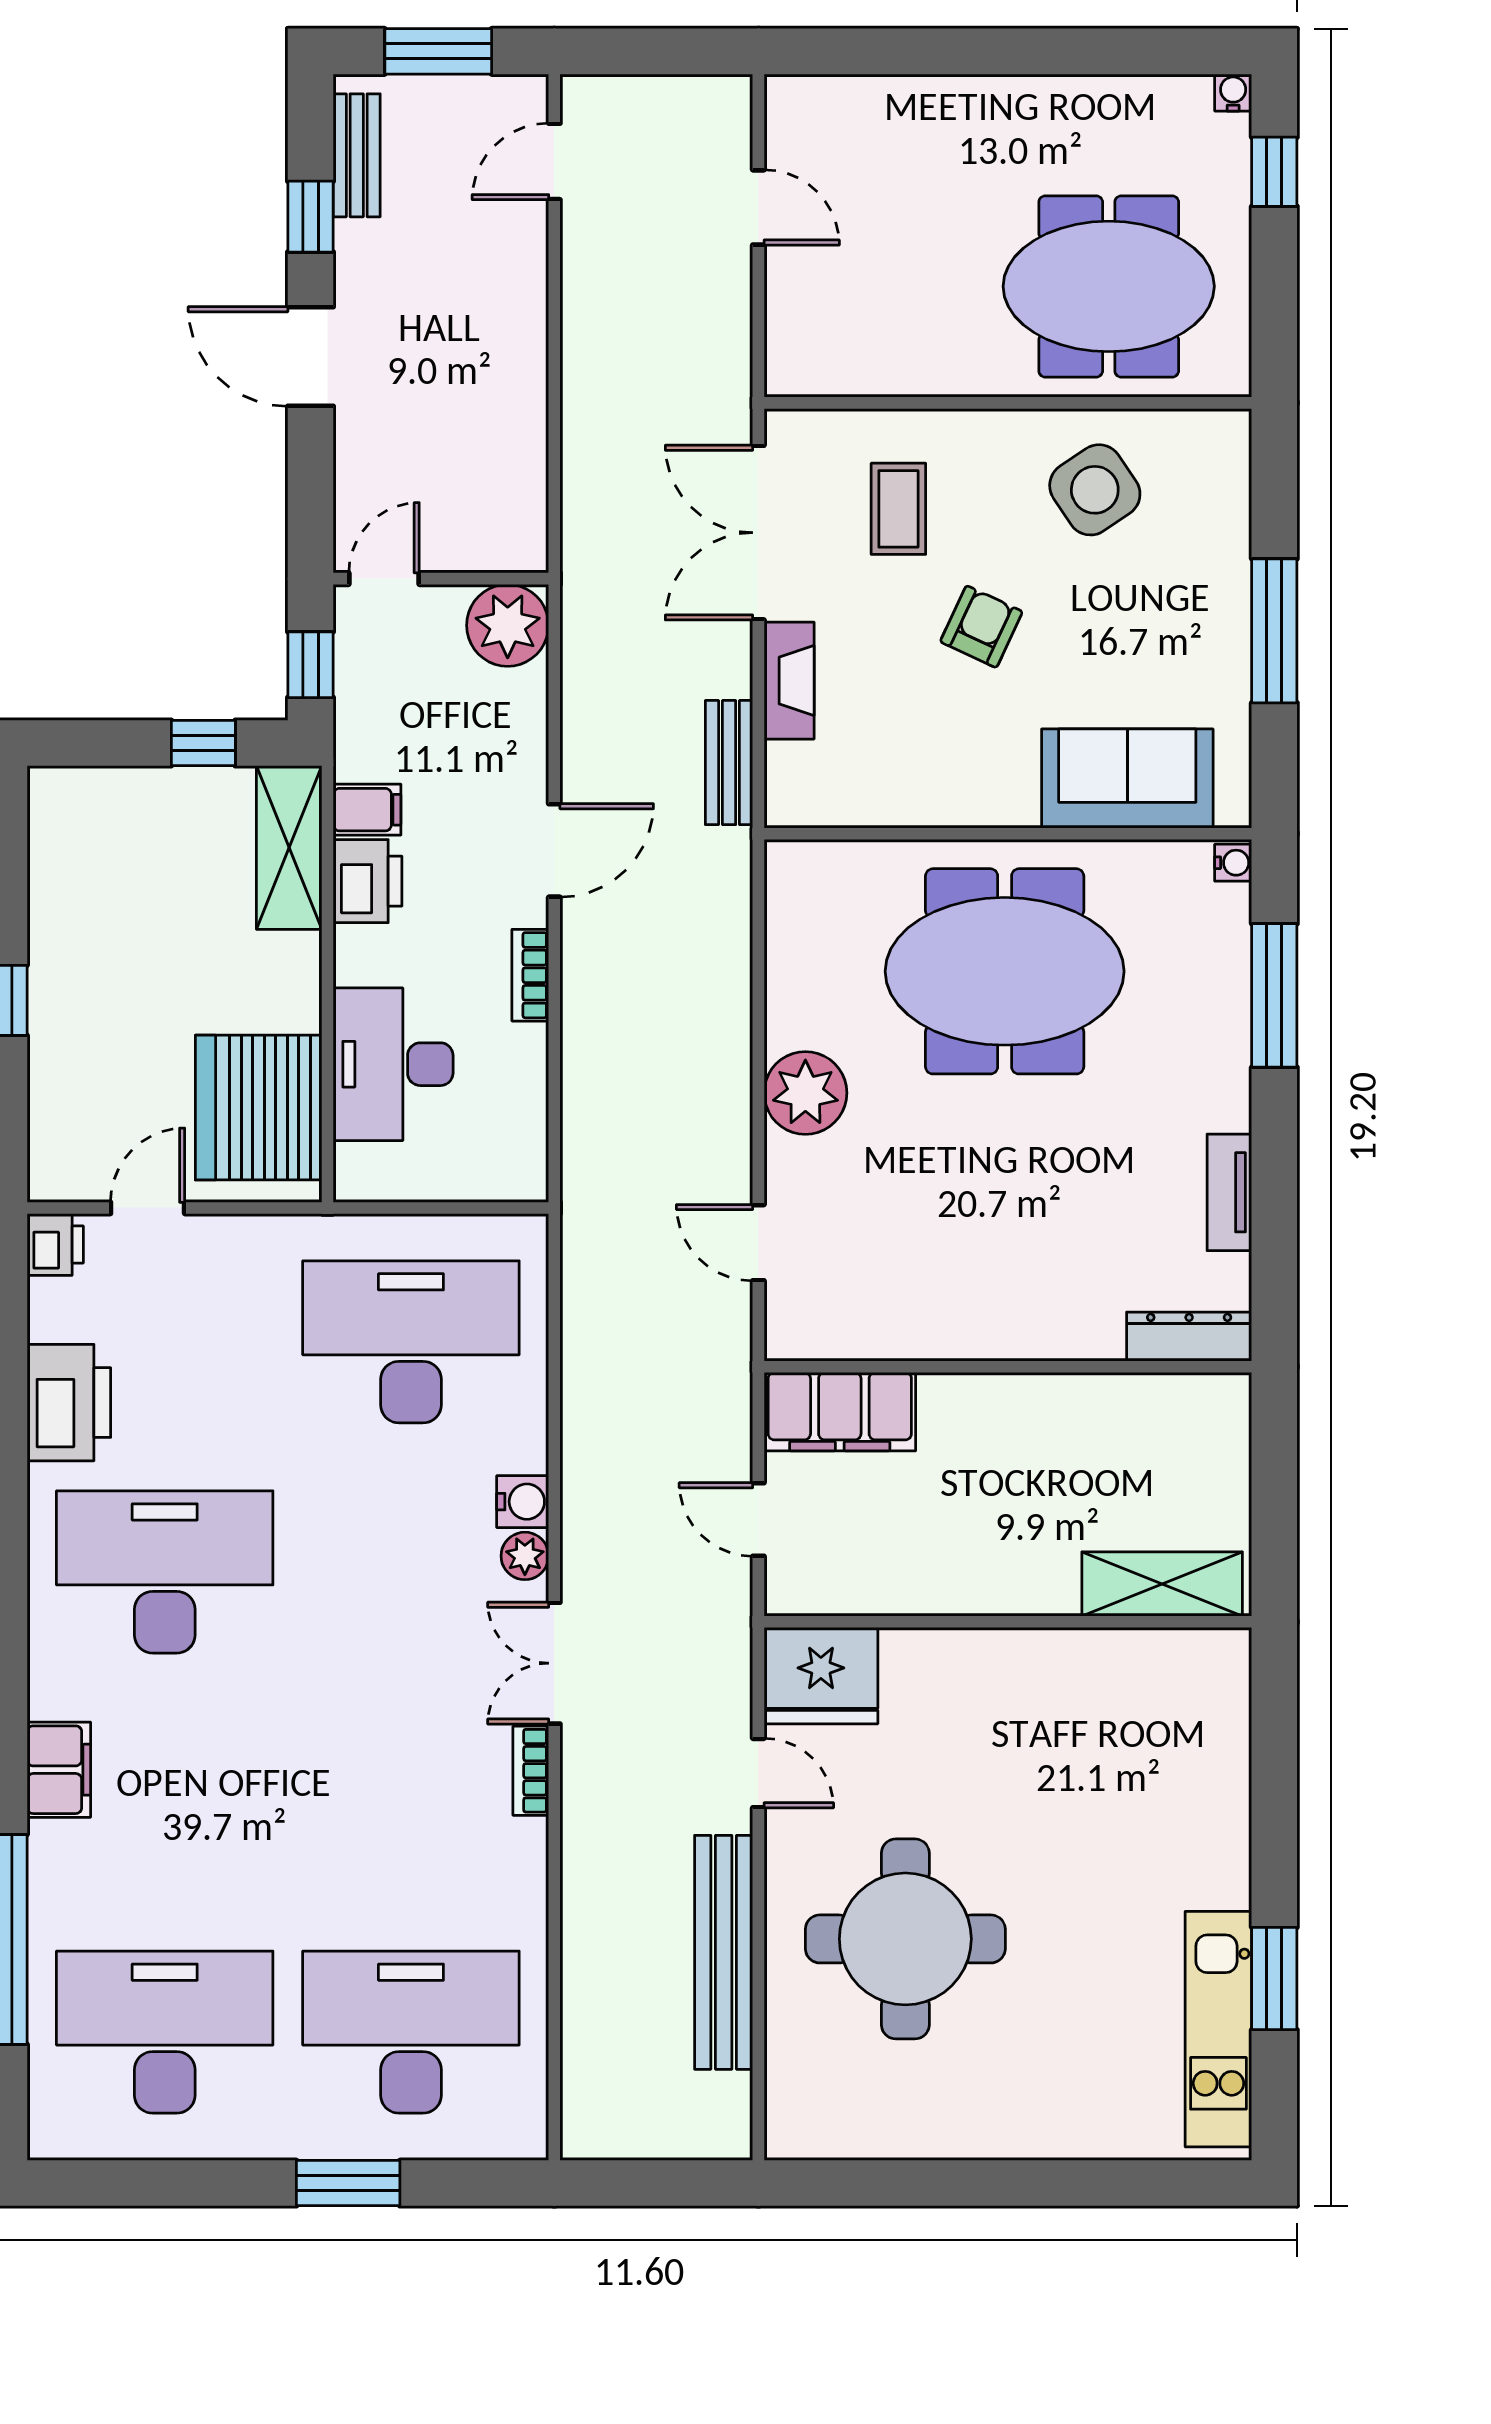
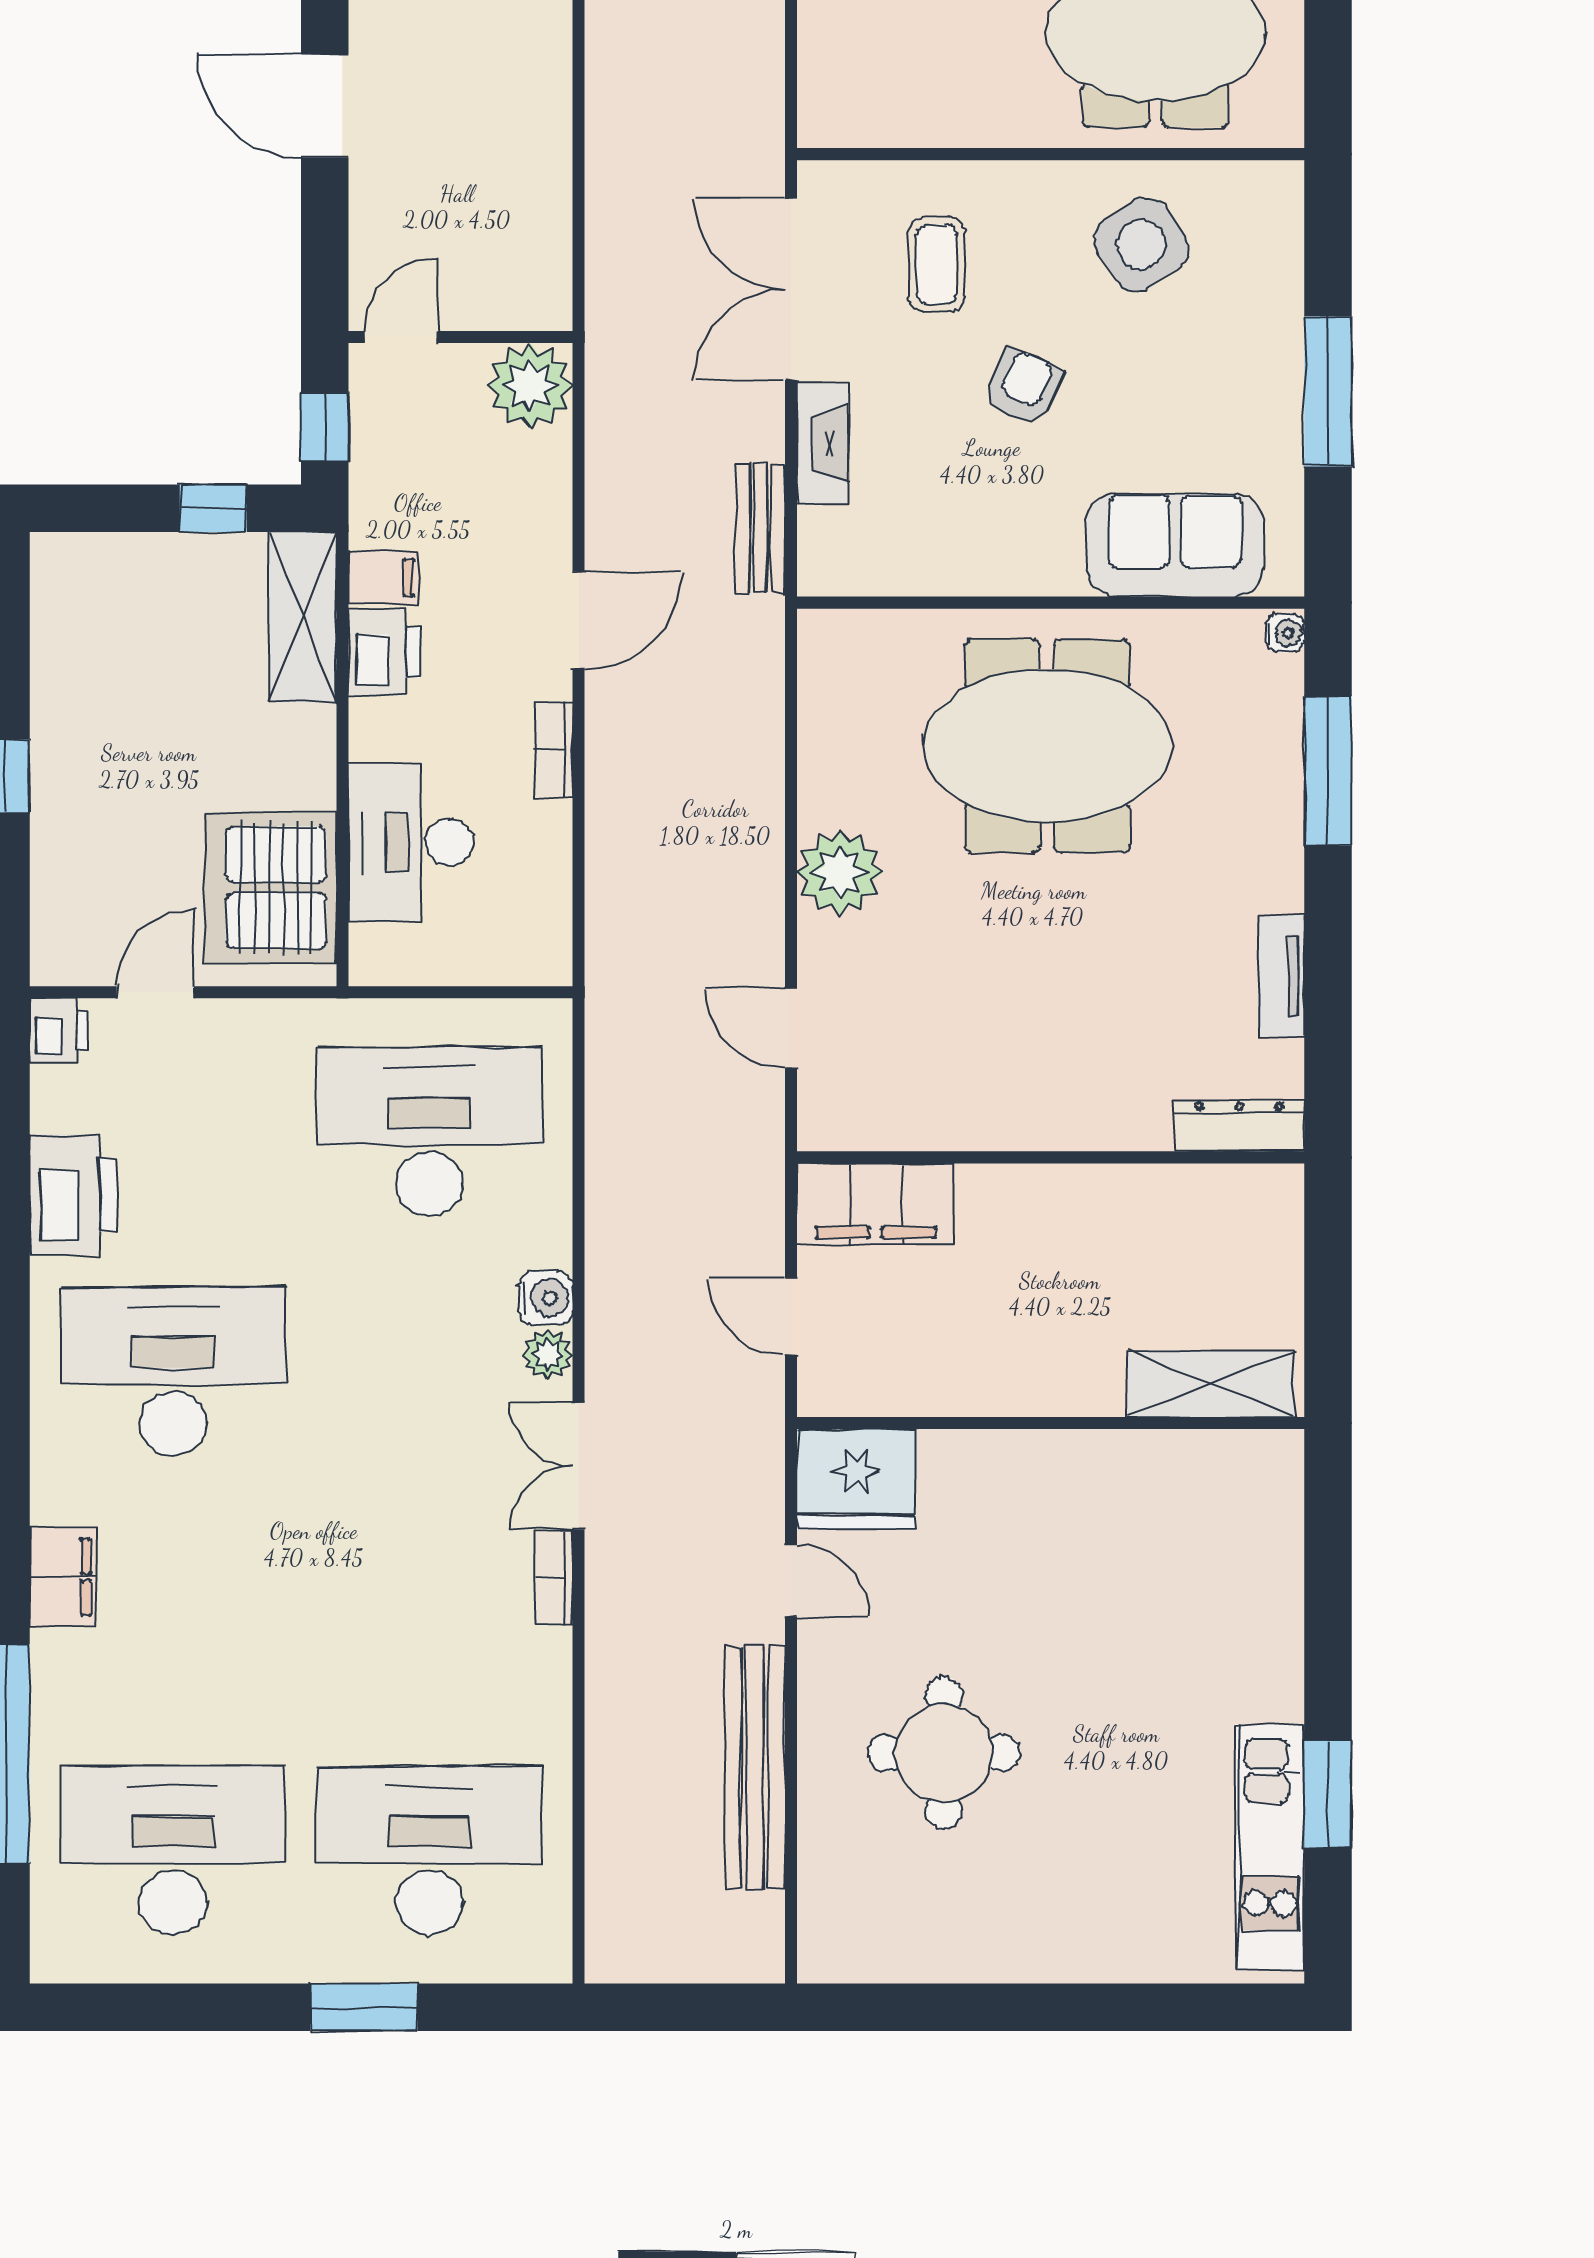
round table: (905, 1939) -> (944, 1753), width x0.73, depth x0.73

